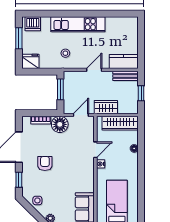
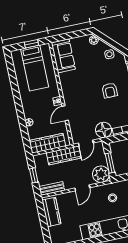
kitchen counter: (124, 62) -> (51, 212), moved, turned -90
plant: (72, 80) -> (101, 174), added
wardrobe: (106, 107) -> (64, 155), width x1.50

